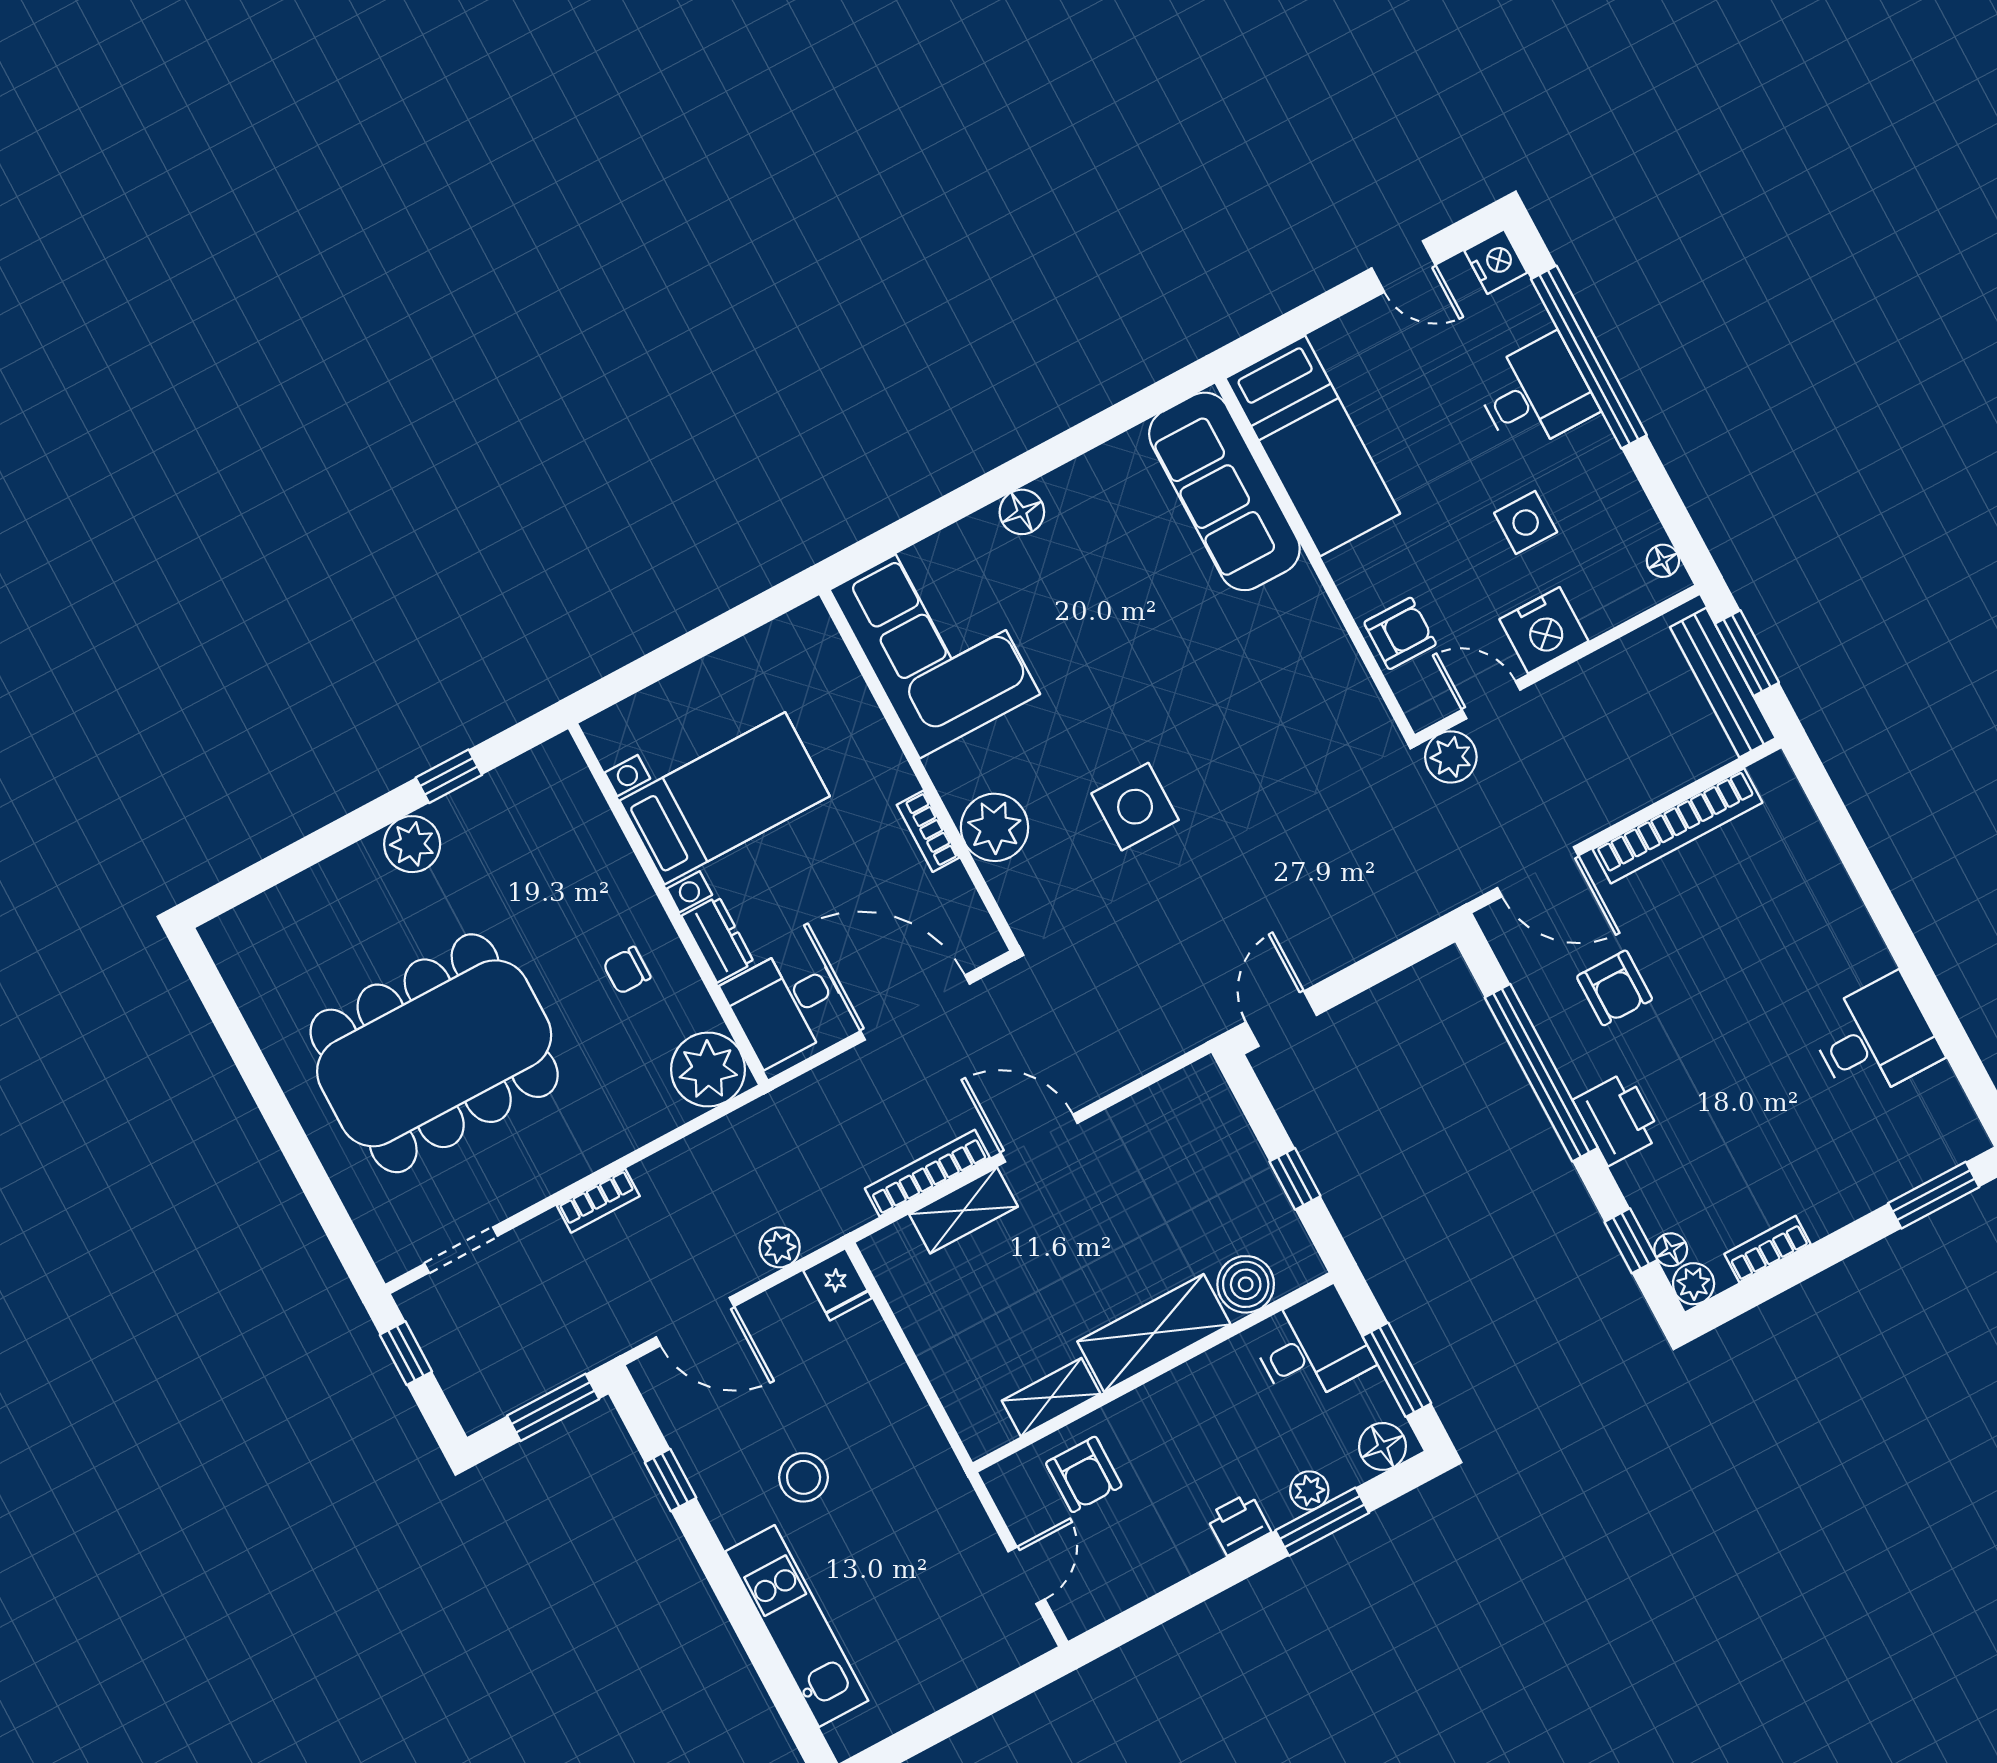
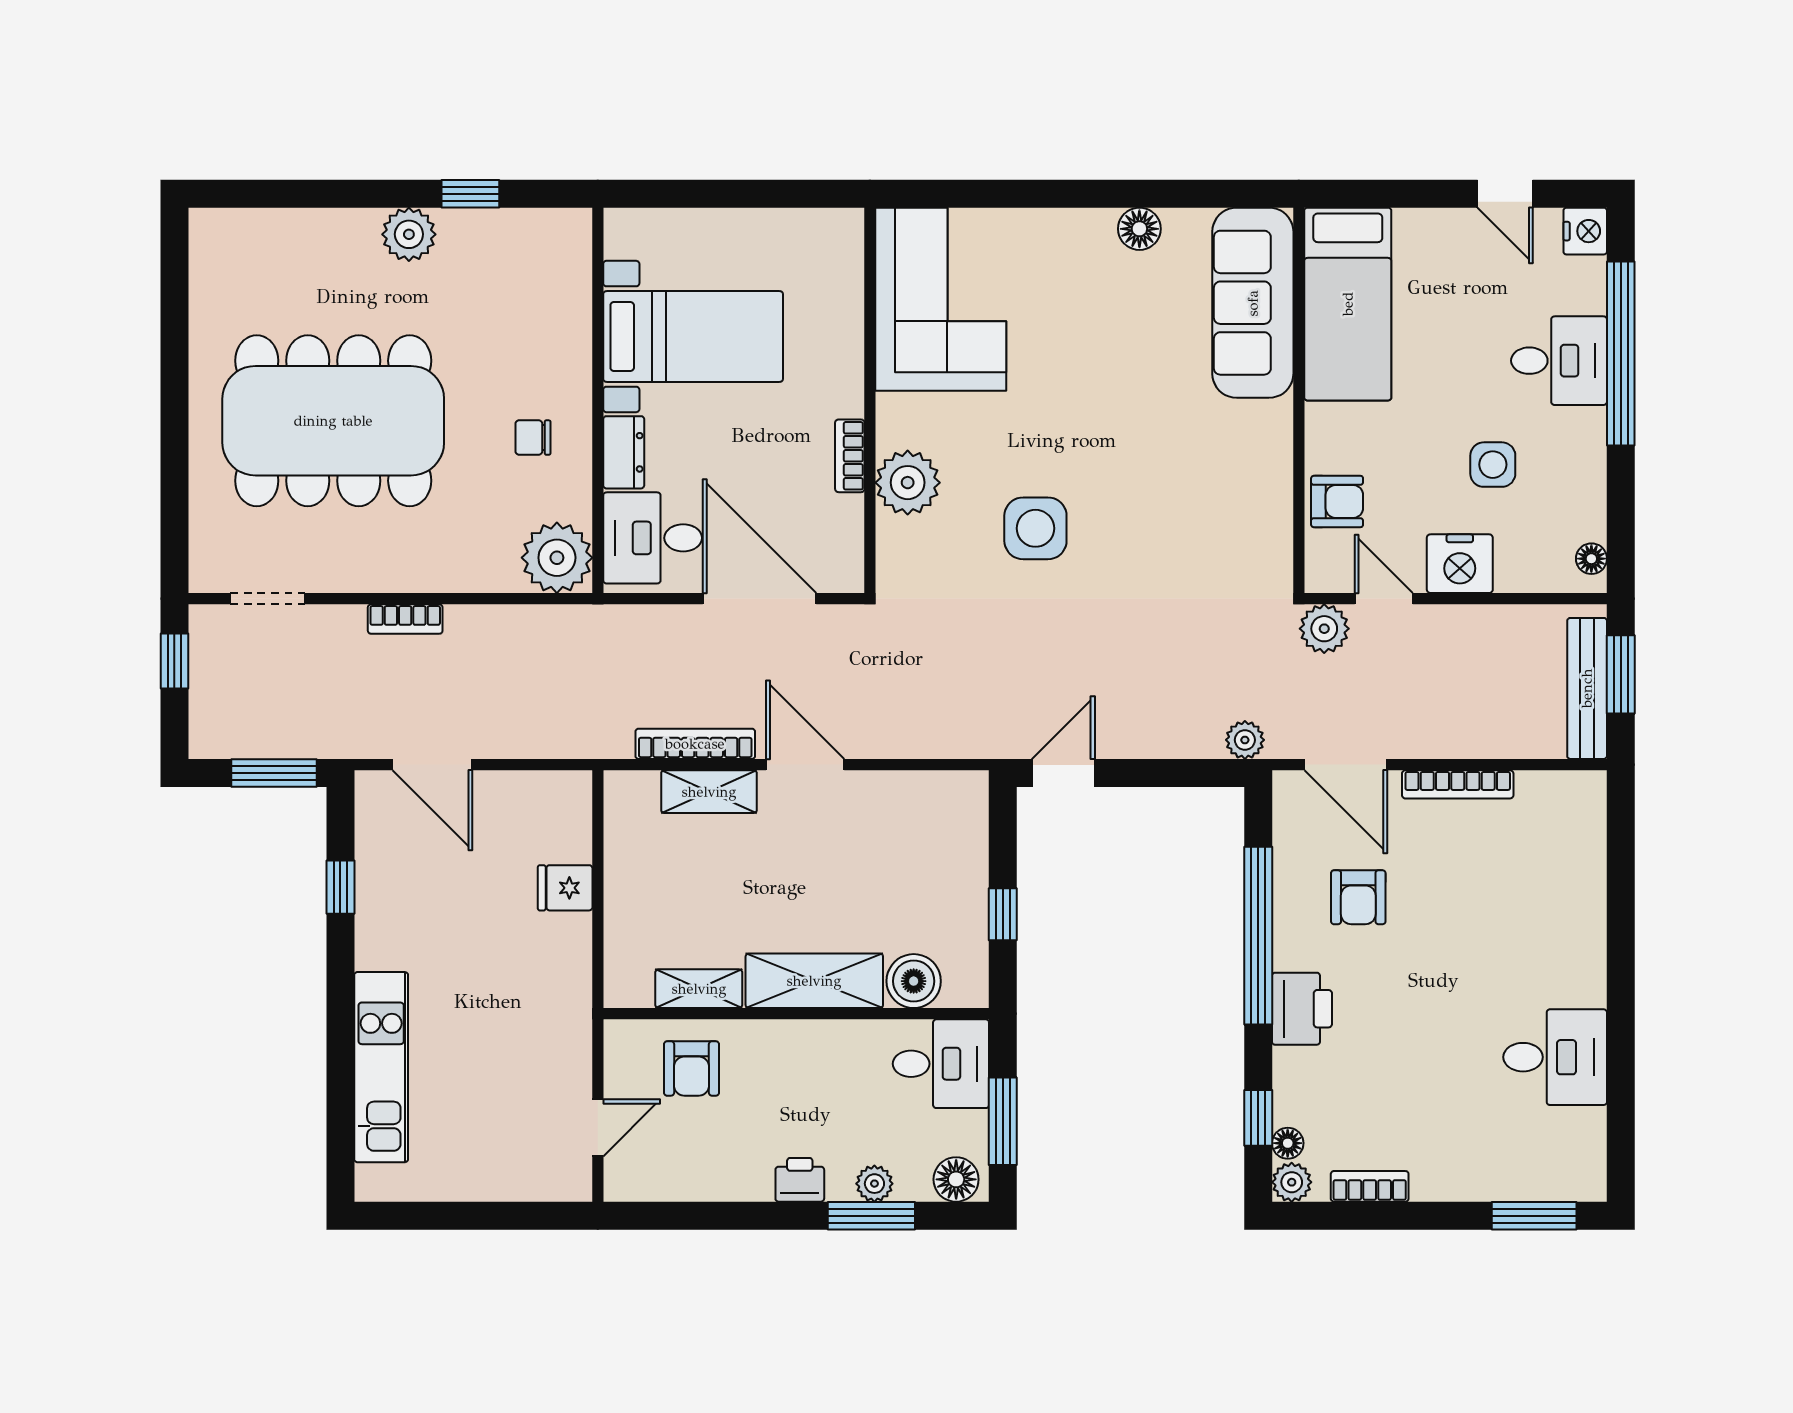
floor lamp: (1022, 512) -> (1139, 229), moved
bookcase: (1678, 826) -> (1458, 784), width x0.68, depth x0.76
plant: (780, 1247) -> (1245, 740), moved
fridge: (838, 1284) -> (565, 888), moved, turned 90
stool: (804, 1477) -> (454, 945), removed

